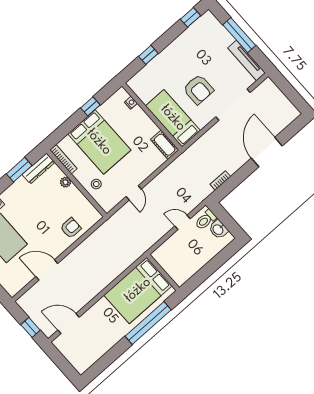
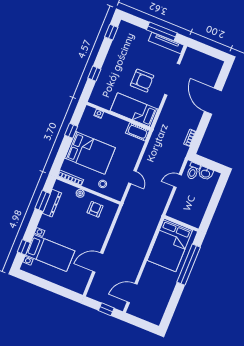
window: (239, 35) -> (162, 31), moved
dresser: (38, 168) -> (52, 203), moved
armchair: (71, 228) -> (95, 209), moved

